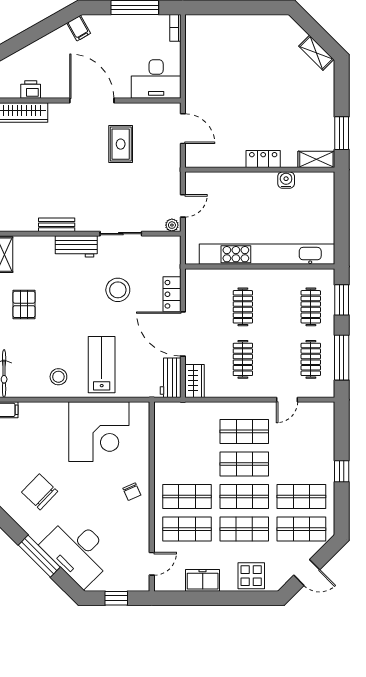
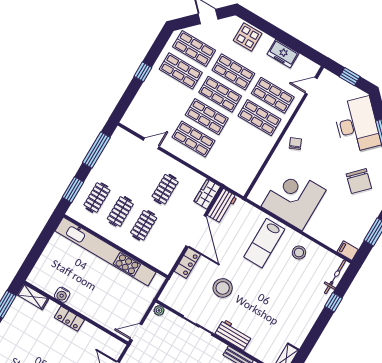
door: (183, 206) -> (136, 332), moved
pallet: (24, 304) -> (293, 316), removed
clothes rail: (311, 359) -> (120, 211), moved

